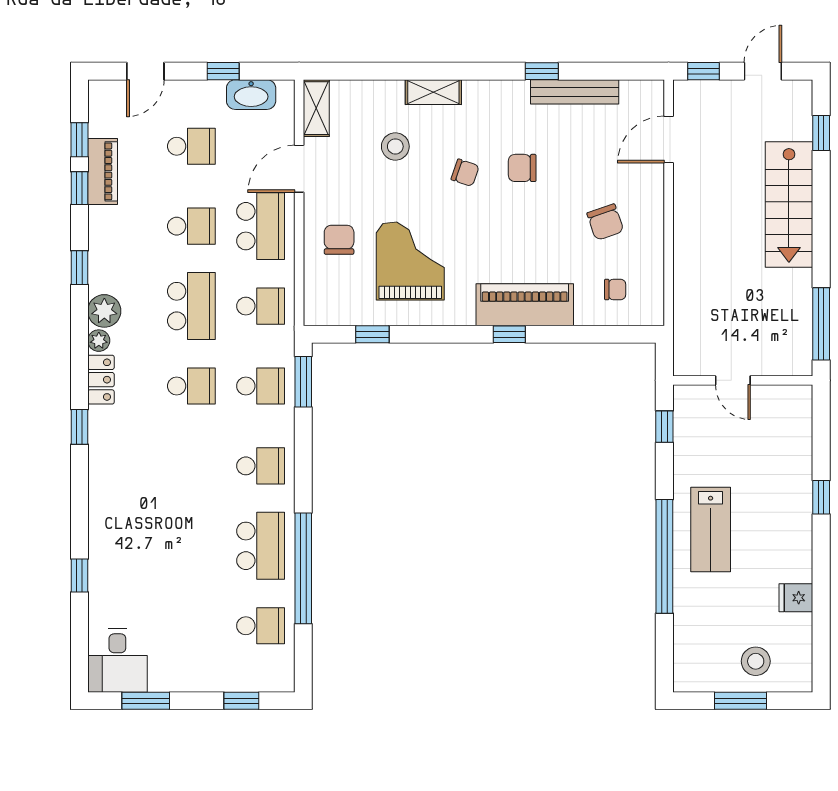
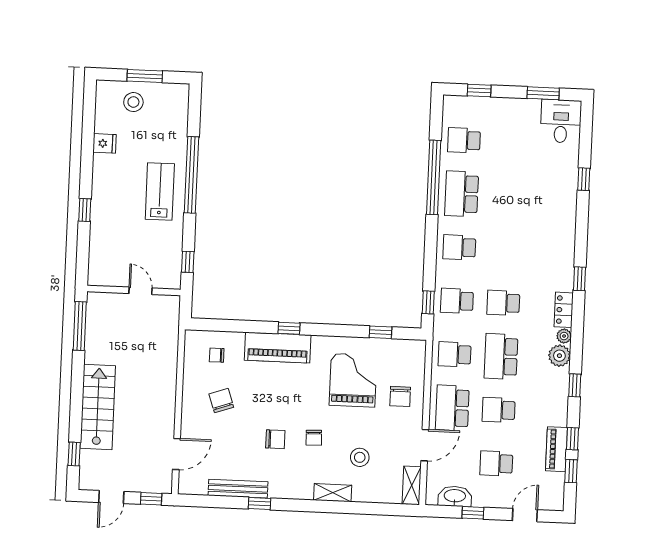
chair: (465, 173) -> (314, 438), turned -111
grand piano: (410, 261) -> (353, 380), turned 180
window: (303, 382) -> (428, 302), width x0.67

